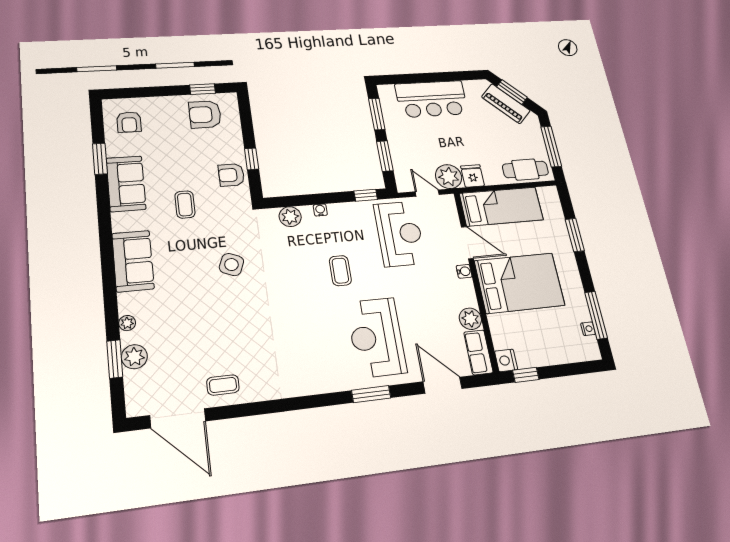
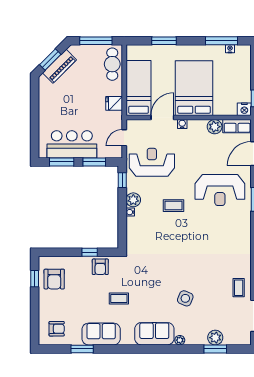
bar counter: (432, 99) -> (72, 144), moved, turned -90
plant: (449, 177) -> (113, 120), removed
plant: (290, 217) -> (133, 200), moved
side table: (231, 265) -> (185, 298), moved
plant: (127, 323) -> (180, 340), moved

